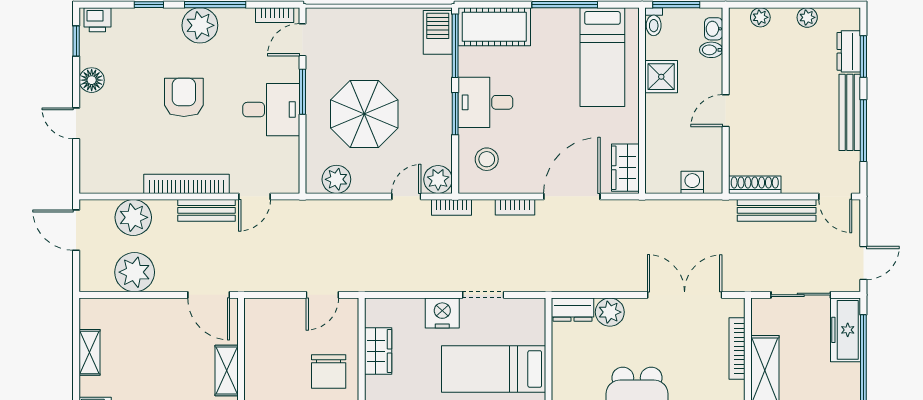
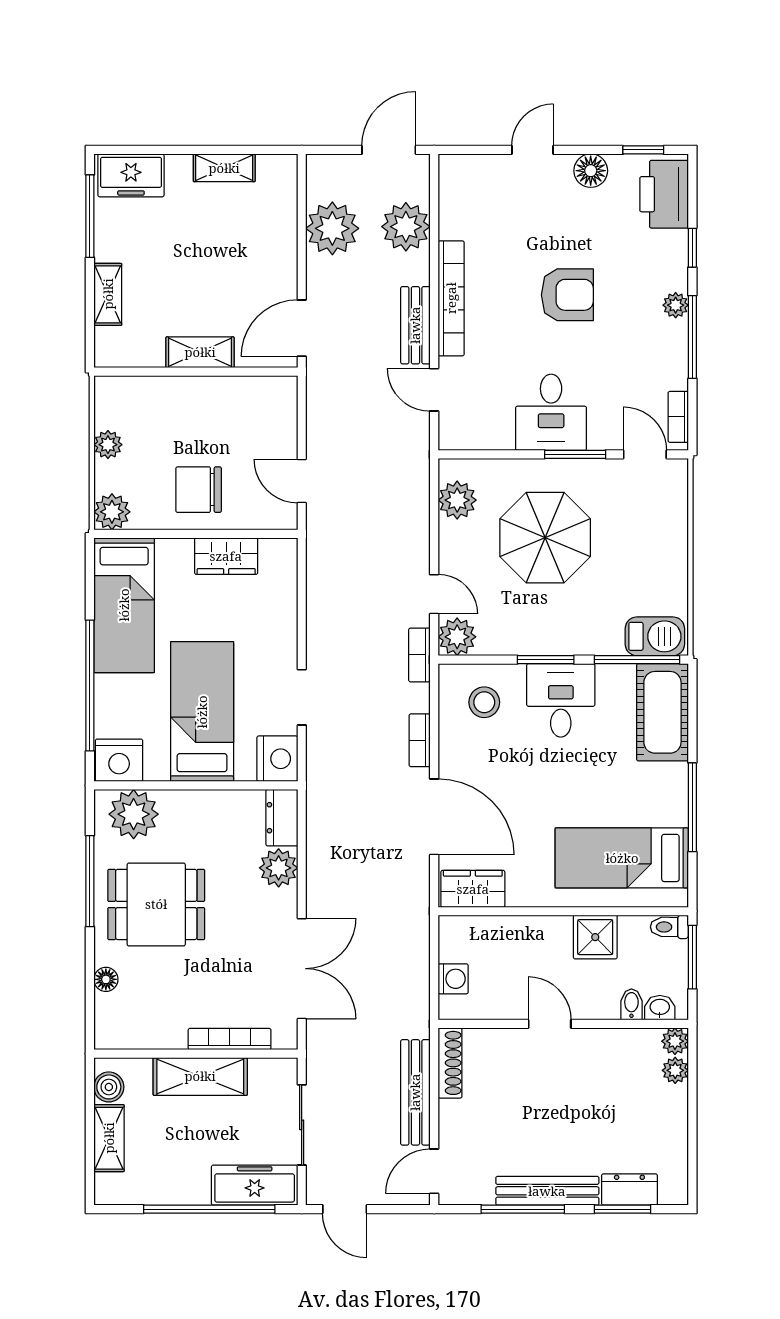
plant: (807, 17) -> (675, 1041), moved
printer: (97, 20) -> (664, 194), width x1.87, depth x1.48
plant: (200, 25) -> (676, 305), width x0.53, depth x0.53
nightstand: (442, 313) -> (277, 759), moved

